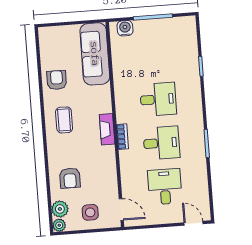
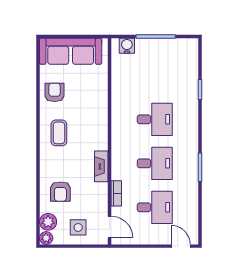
sofa: (95, 54) -> (71, 51), moved, turned -90
fireplace: (107, 129) -> (101, 166), moved
bookcase: (122, 137) -> (116, 193), moved
desk: (165, 187) -> (155, 207), turned 90

